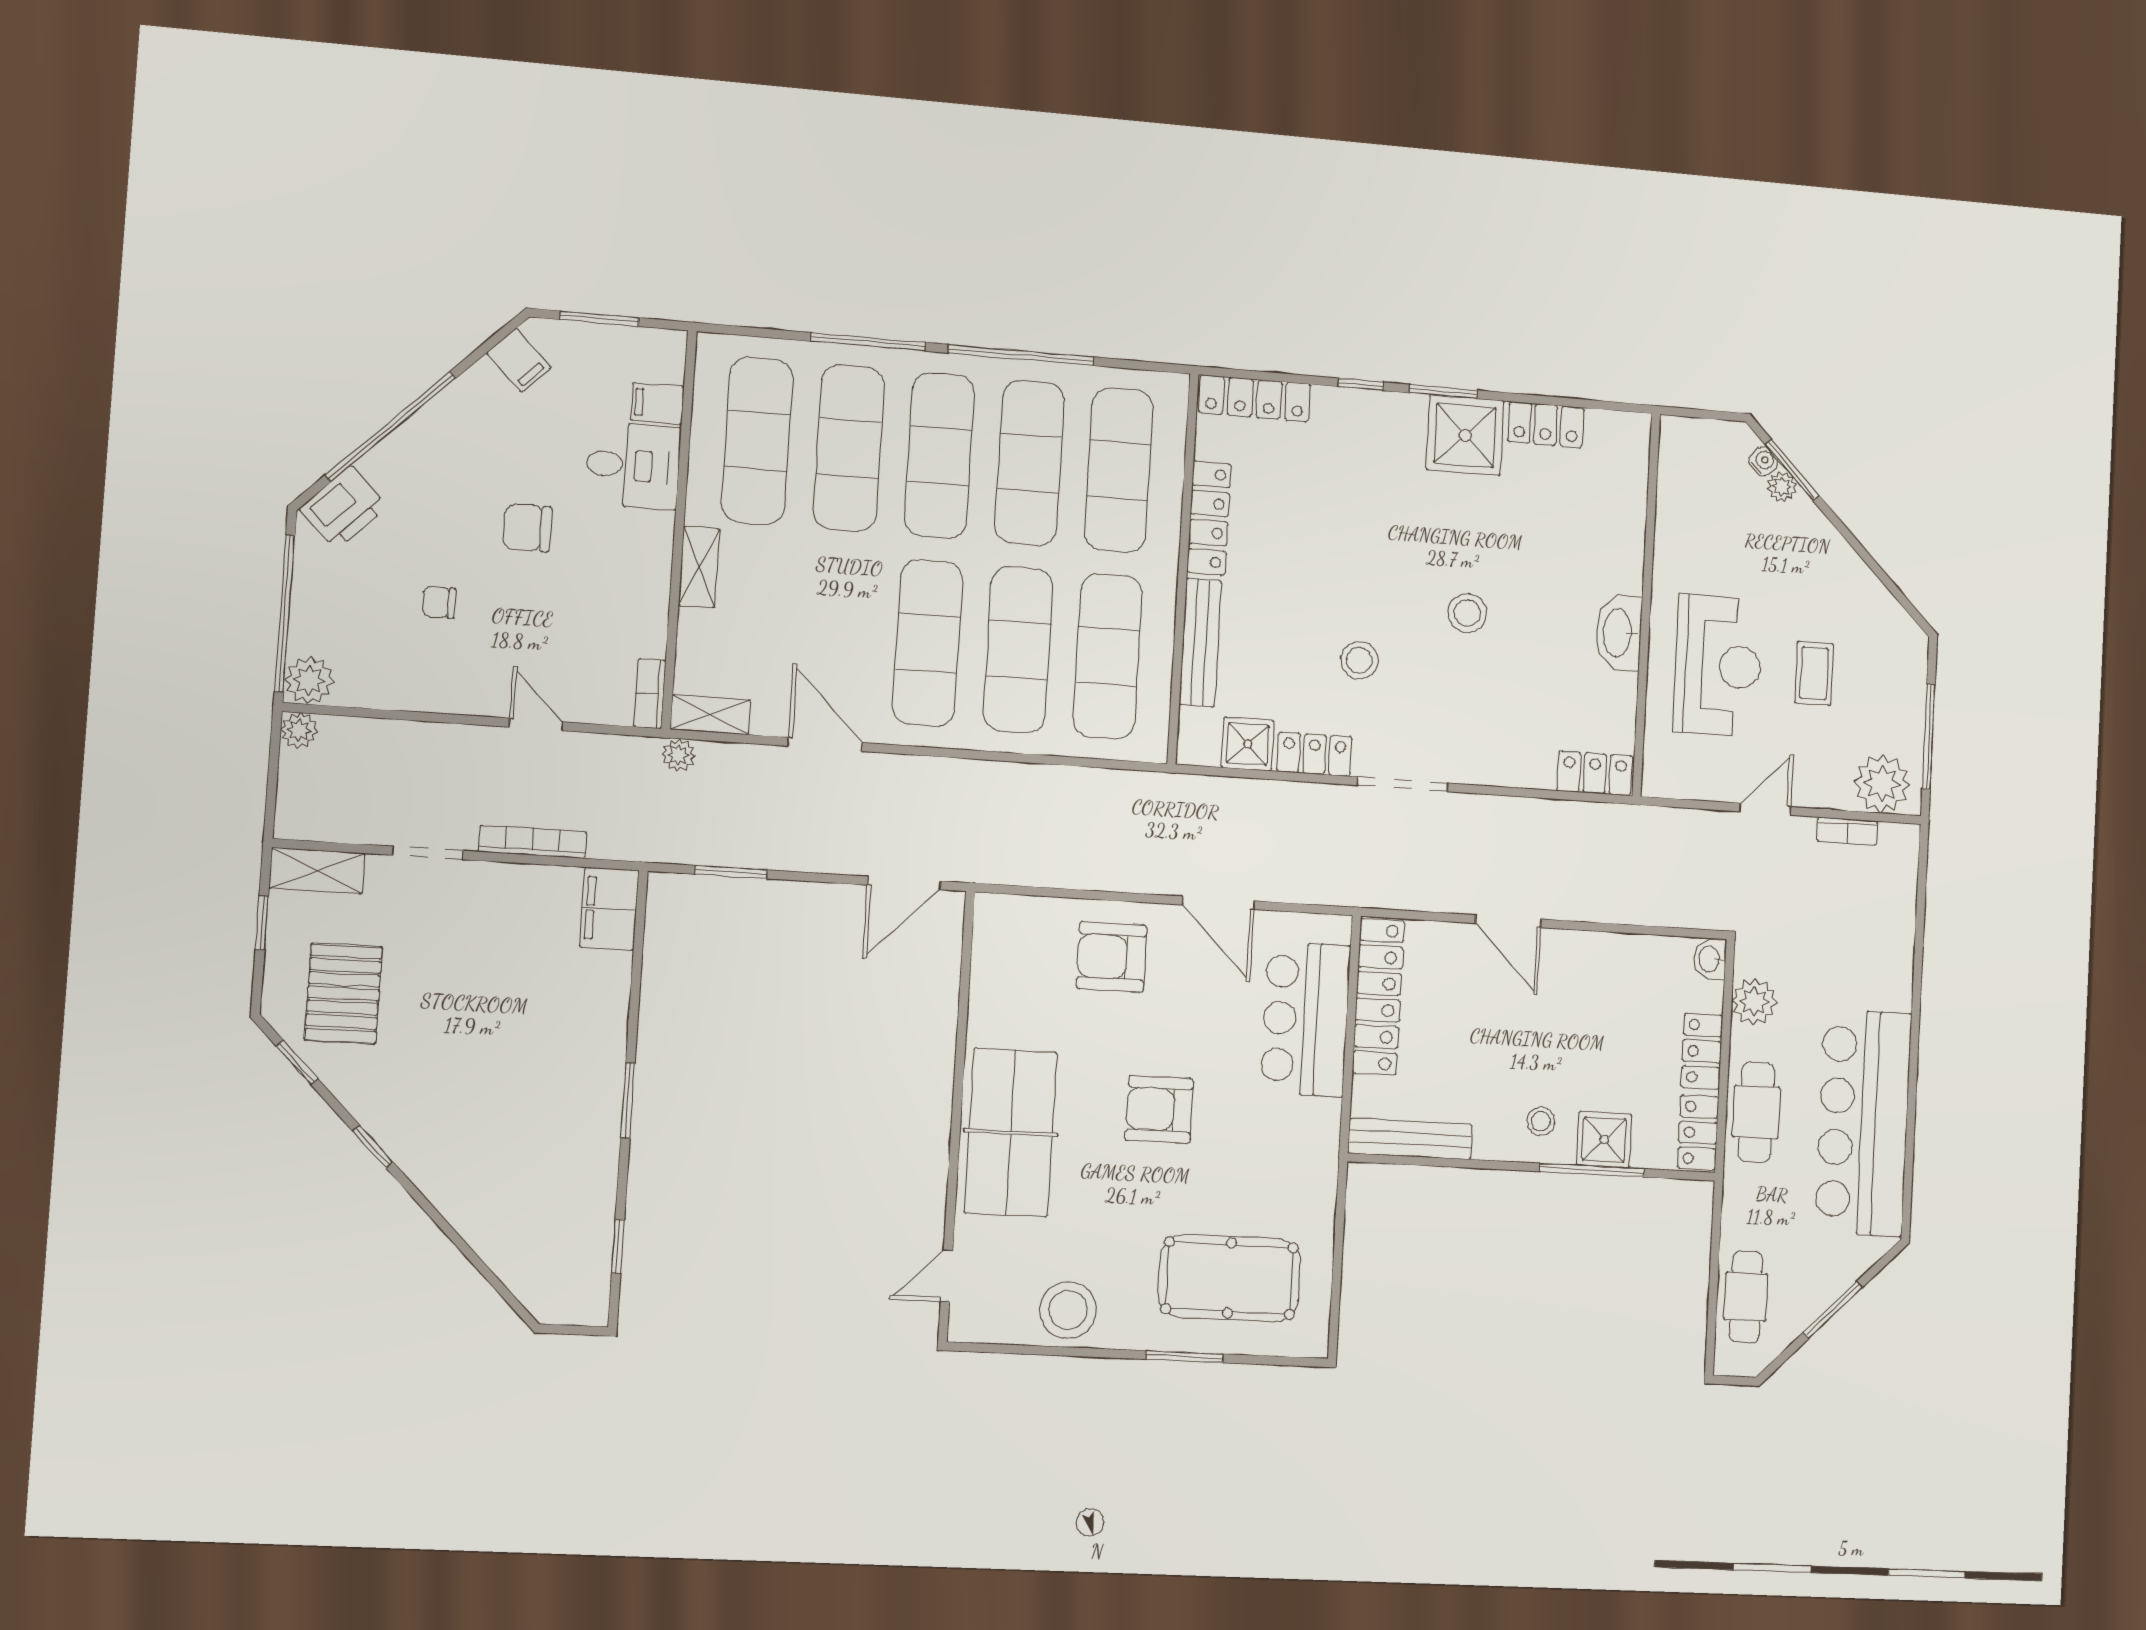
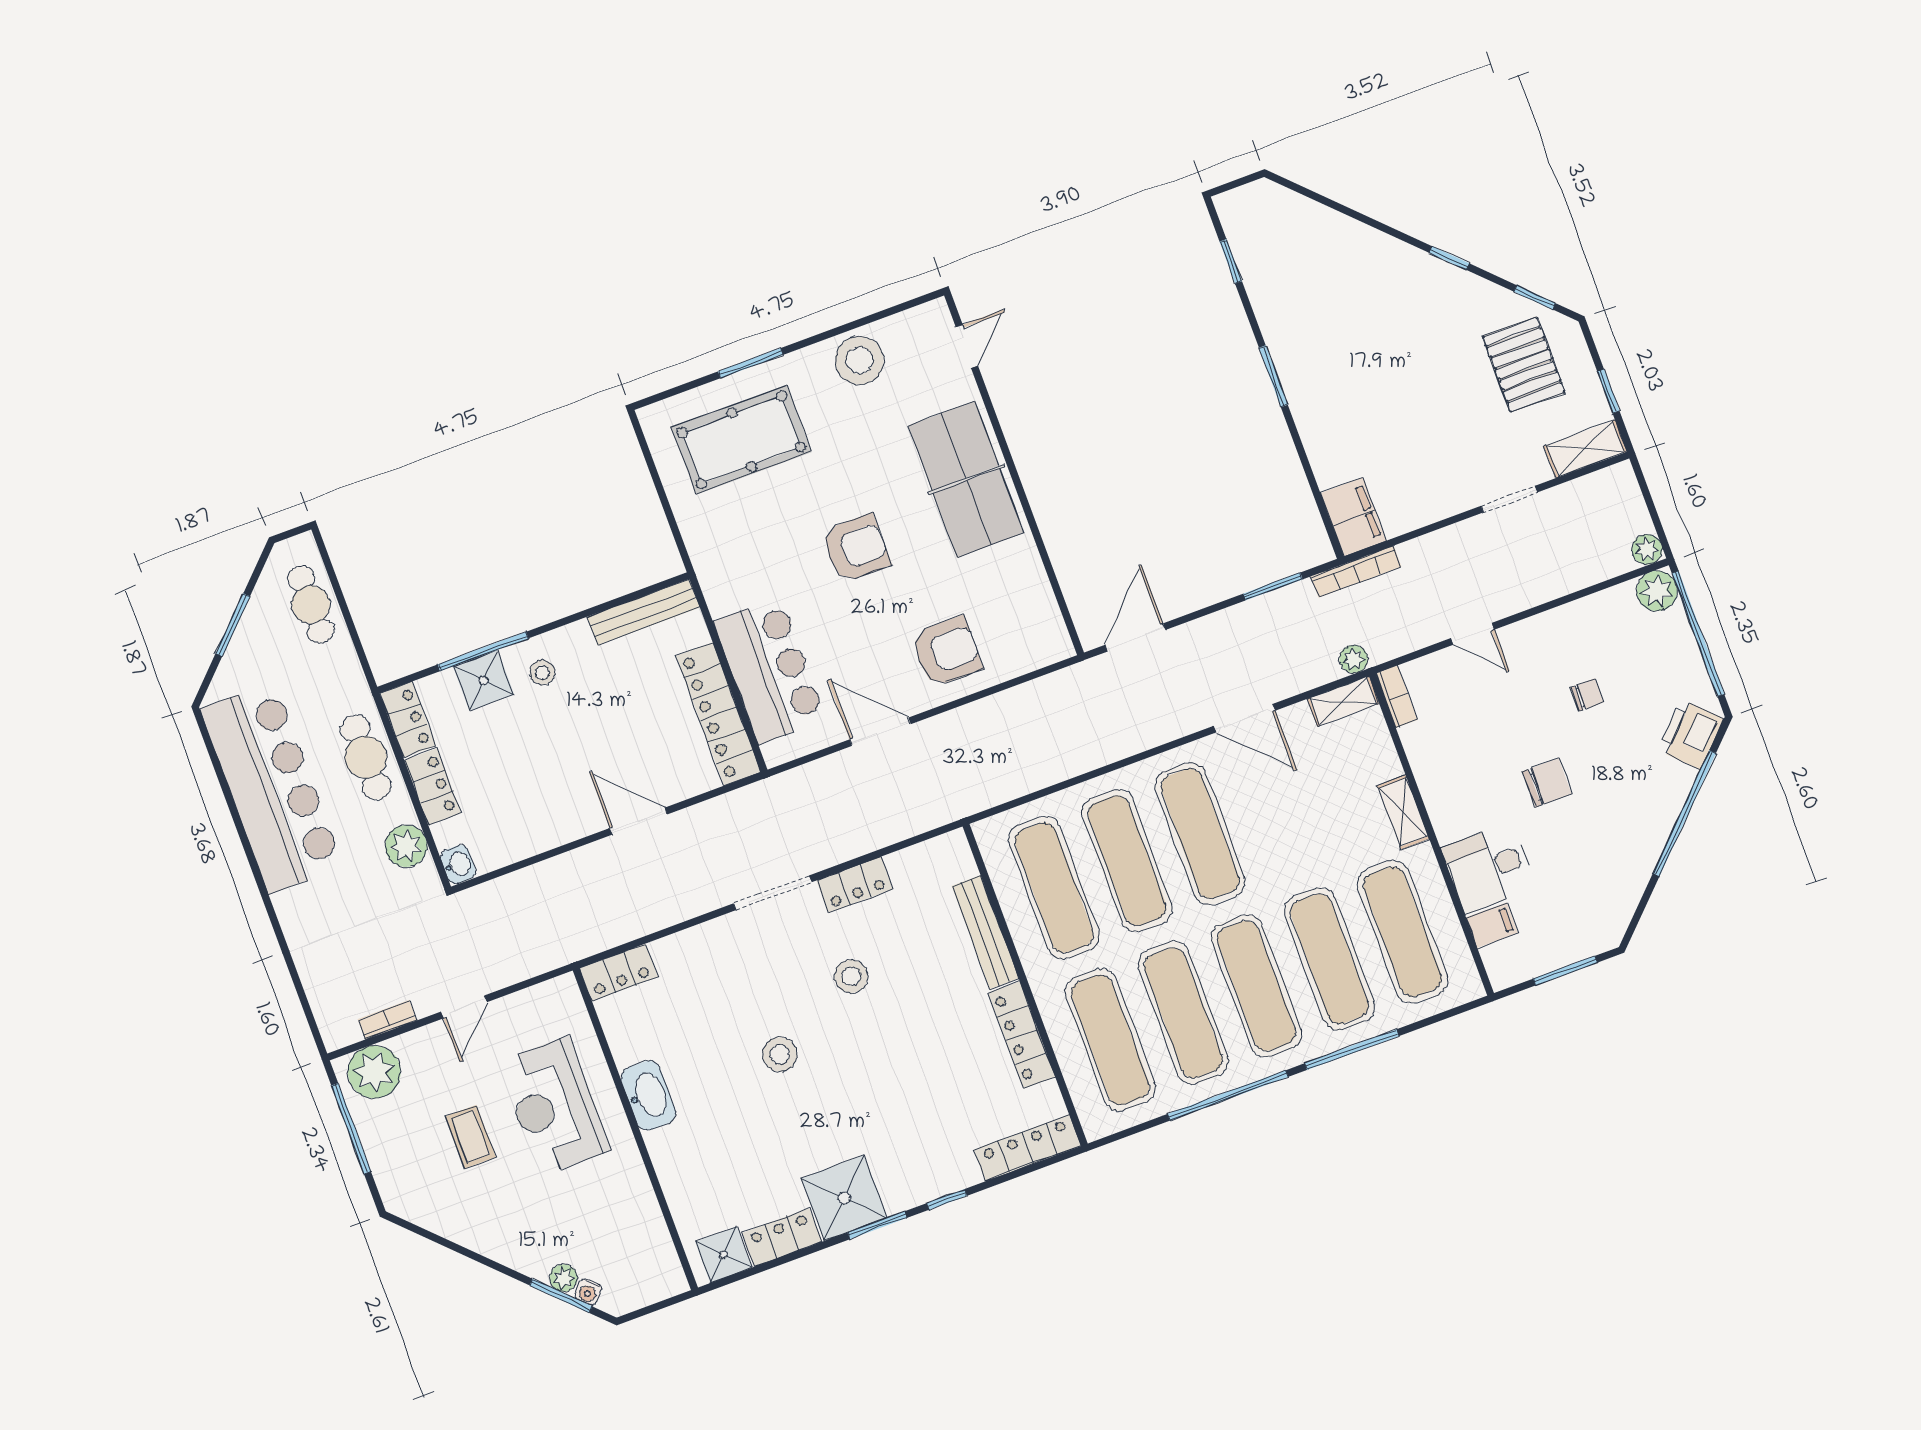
filing cabinet: (519, 360) -> (1612, 909), removed
shower: (1248, 744) -> (723, 1255), moved
bookcase: (533, 842) -> (1356, 572), moved

